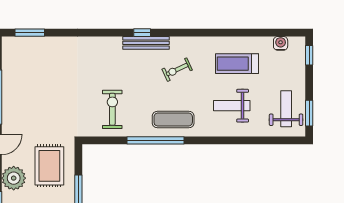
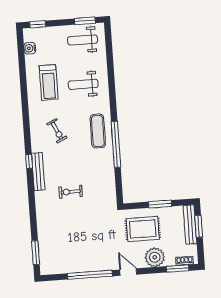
bench: (146, 43) -> (38, 172), moved
weight bench: (232, 106) -> (83, 84), turned 90
exercise bike: (112, 109) -> (71, 192), moved, width x0.73, depth x0.72

